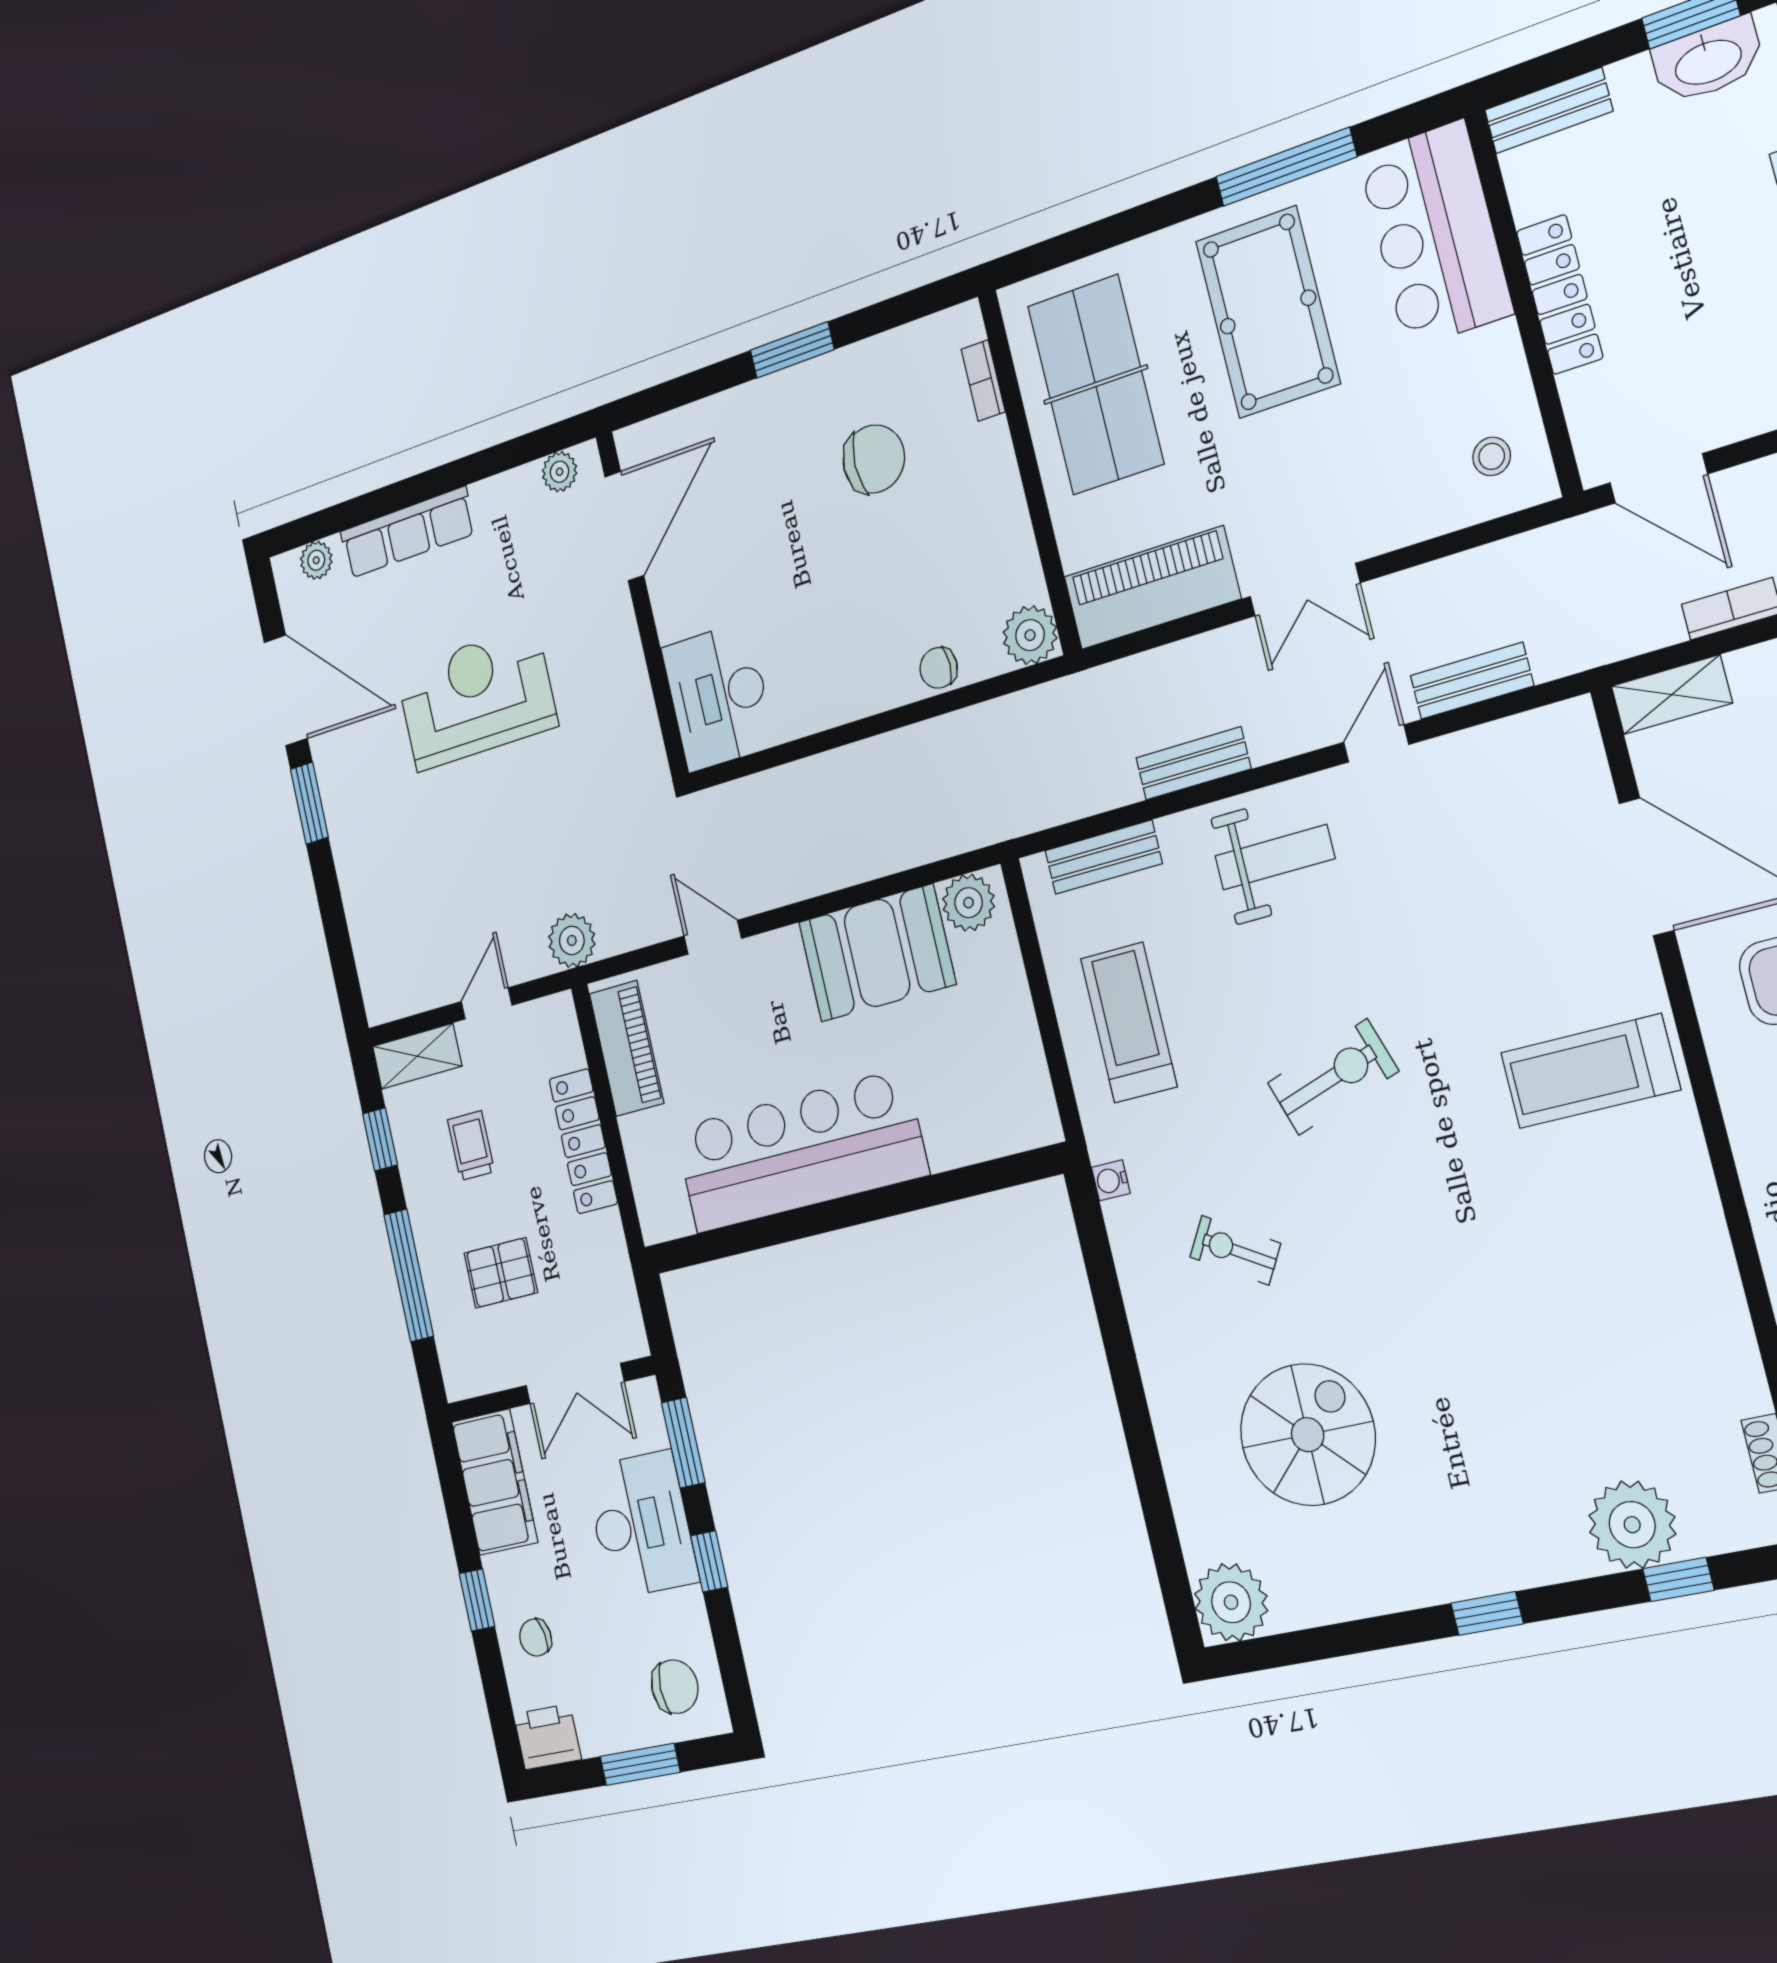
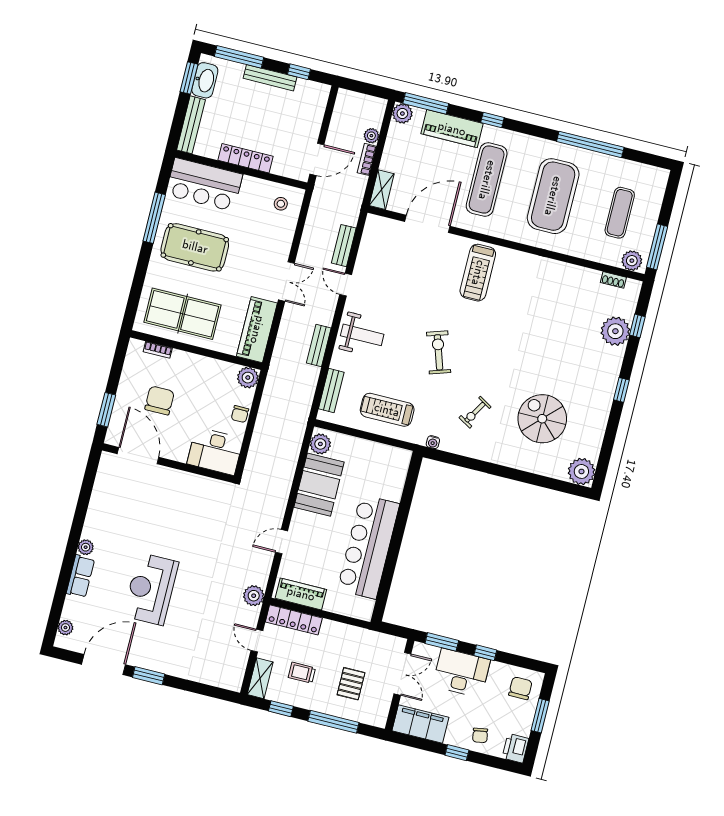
bench: (1549, 111) -> (191, 125), width x1.36
plant: (560, 472) -> (86, 547), moved
door: (624, 526) -> (138, 456), moved
row of seats: (408, 532) -> (80, 576), width x0.68
wall: (642, 604) -> (168, 463), moved
desk: (718, 697) -> (215, 451), moved
weight bench: (1275, 857) -> (362, 335), turned 90
locker: (583, 1141) -> (294, 620), moved

